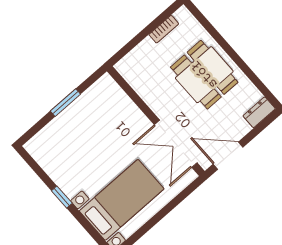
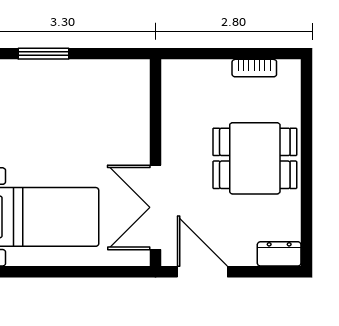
dining table: (204, 75) -> (255, 158), turned 90
window: (65, 103) -> (43, 54), moved

